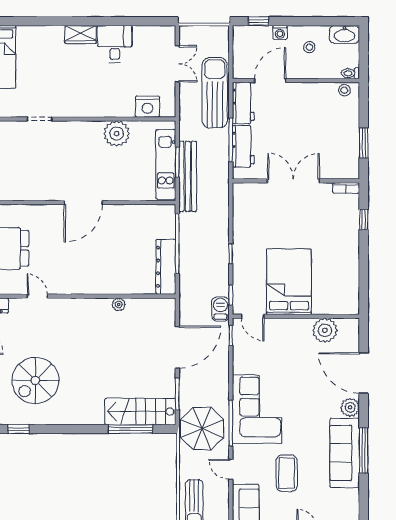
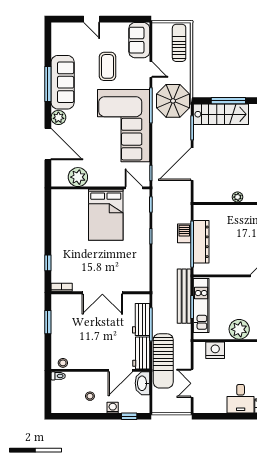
washbasin: (344, 35) -> (142, 383), moved, turned -90
dresser: (166, 267) -> (201, 242), moved
barbecue: (220, 309) -> (184, 233), moved, turned 180
corner sofa: (257, 409) -> (124, 126), width x1.36, depth x1.36

